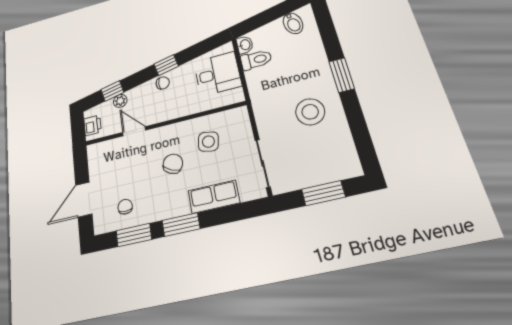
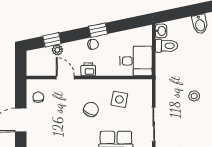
desk: (217, 74) -> (136, 61), moved
stool: (310, 112) -> (194, 96), width x0.53, depth x0.53
printer: (93, 125) -> (88, 69), moved, turned -90
chair: (125, 207) -> (38, 97), moved

